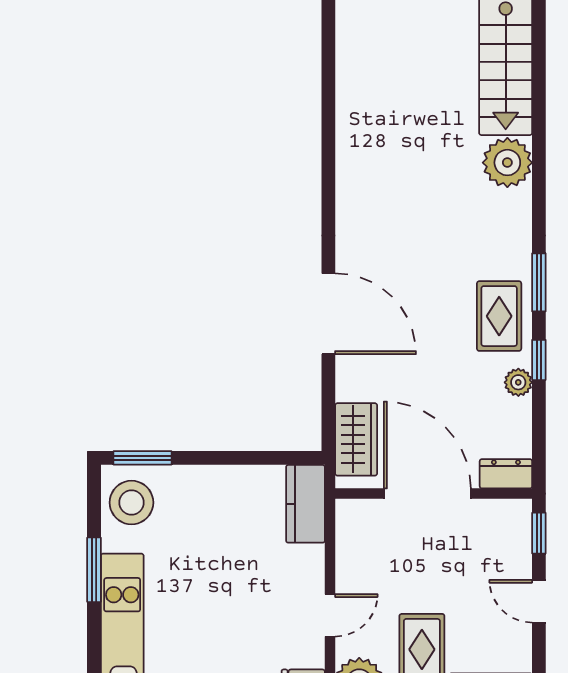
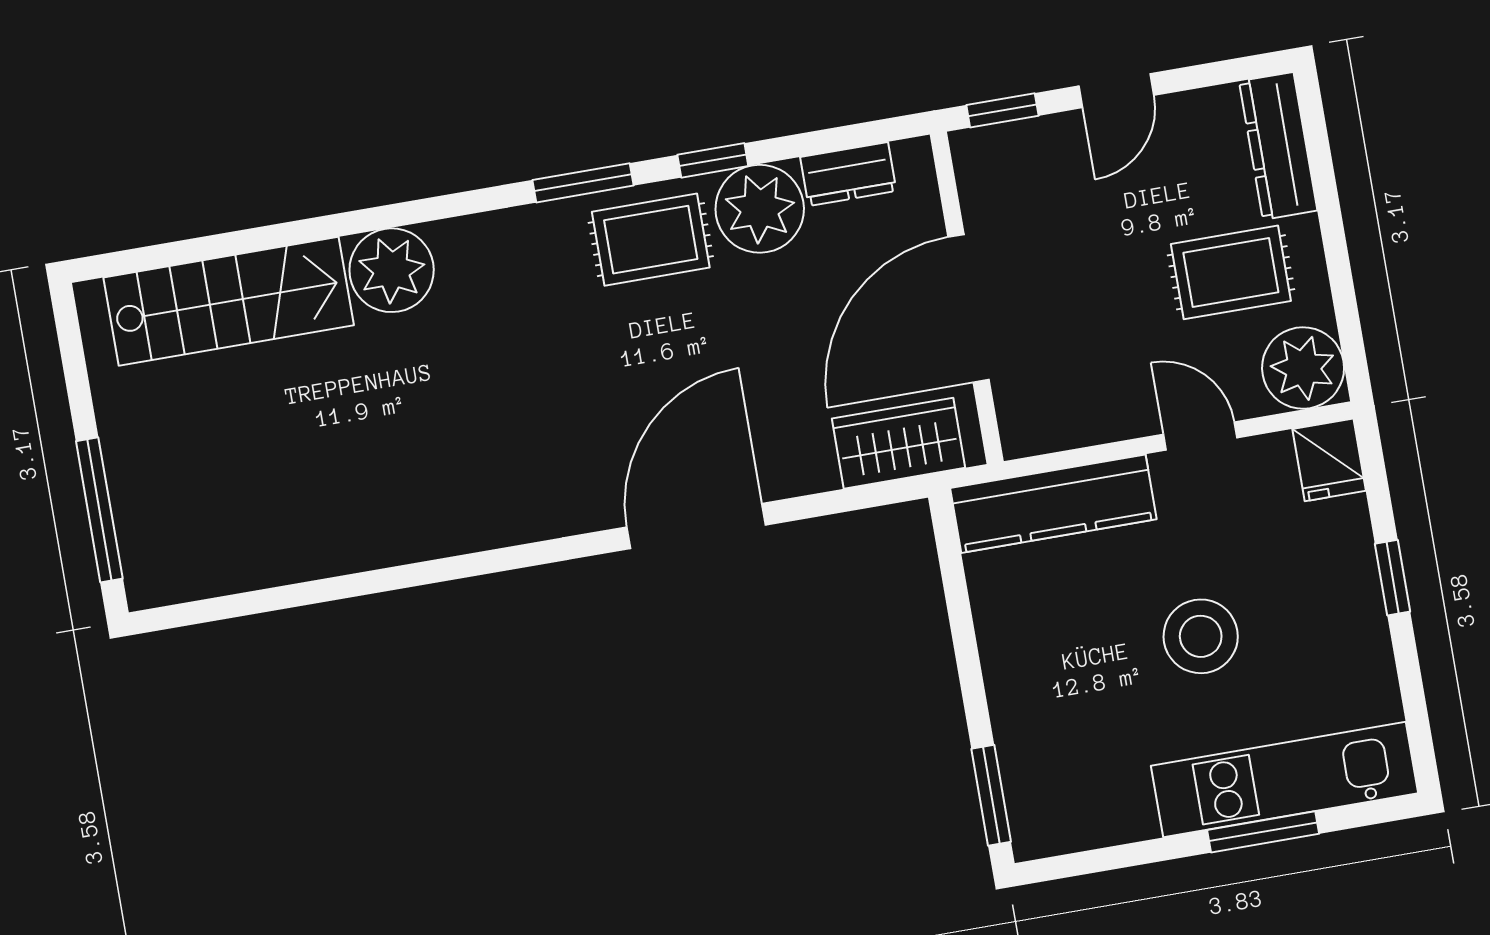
plant: (518, 382) -> (760, 209), width x1.88, depth x1.88
dresser: (506, 474) -> (848, 174), moved, turned -90
stool: (131, 503) -> (1201, 636), moved
kitchen counter: (305, 504) -> (1053, 504), width x1.50
window: (94, 570) -> (1263, 832), moved

